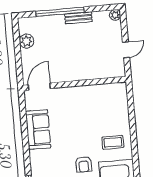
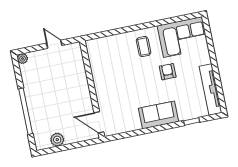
bench: (78, 18) -> (29, 93), removed
sofa: (38, 130) -> (159, 115), moved
armchair: (84, 164) -> (168, 72), turned -90

